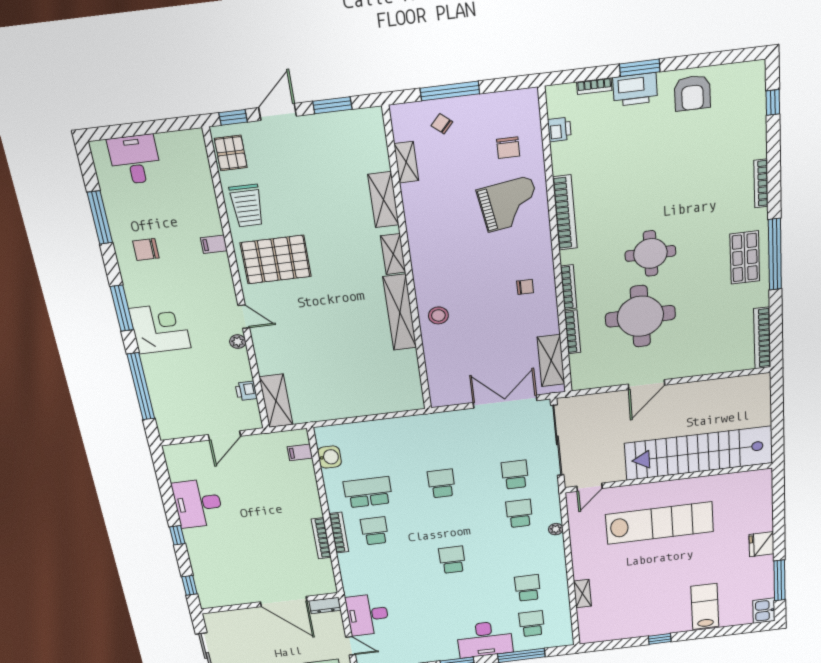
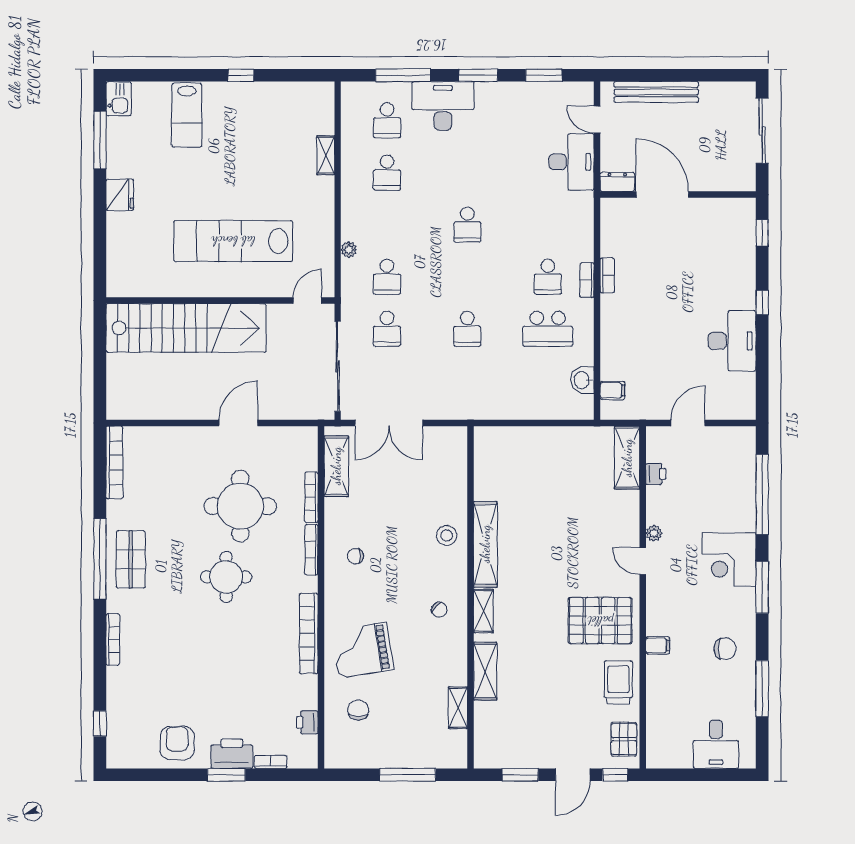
chair: (442, 124) -> (439, 610), moved
bookcase: (339, 533) -> (587, 280), width x0.64
bookcase: (321, 538) -> (607, 275), width x0.64

